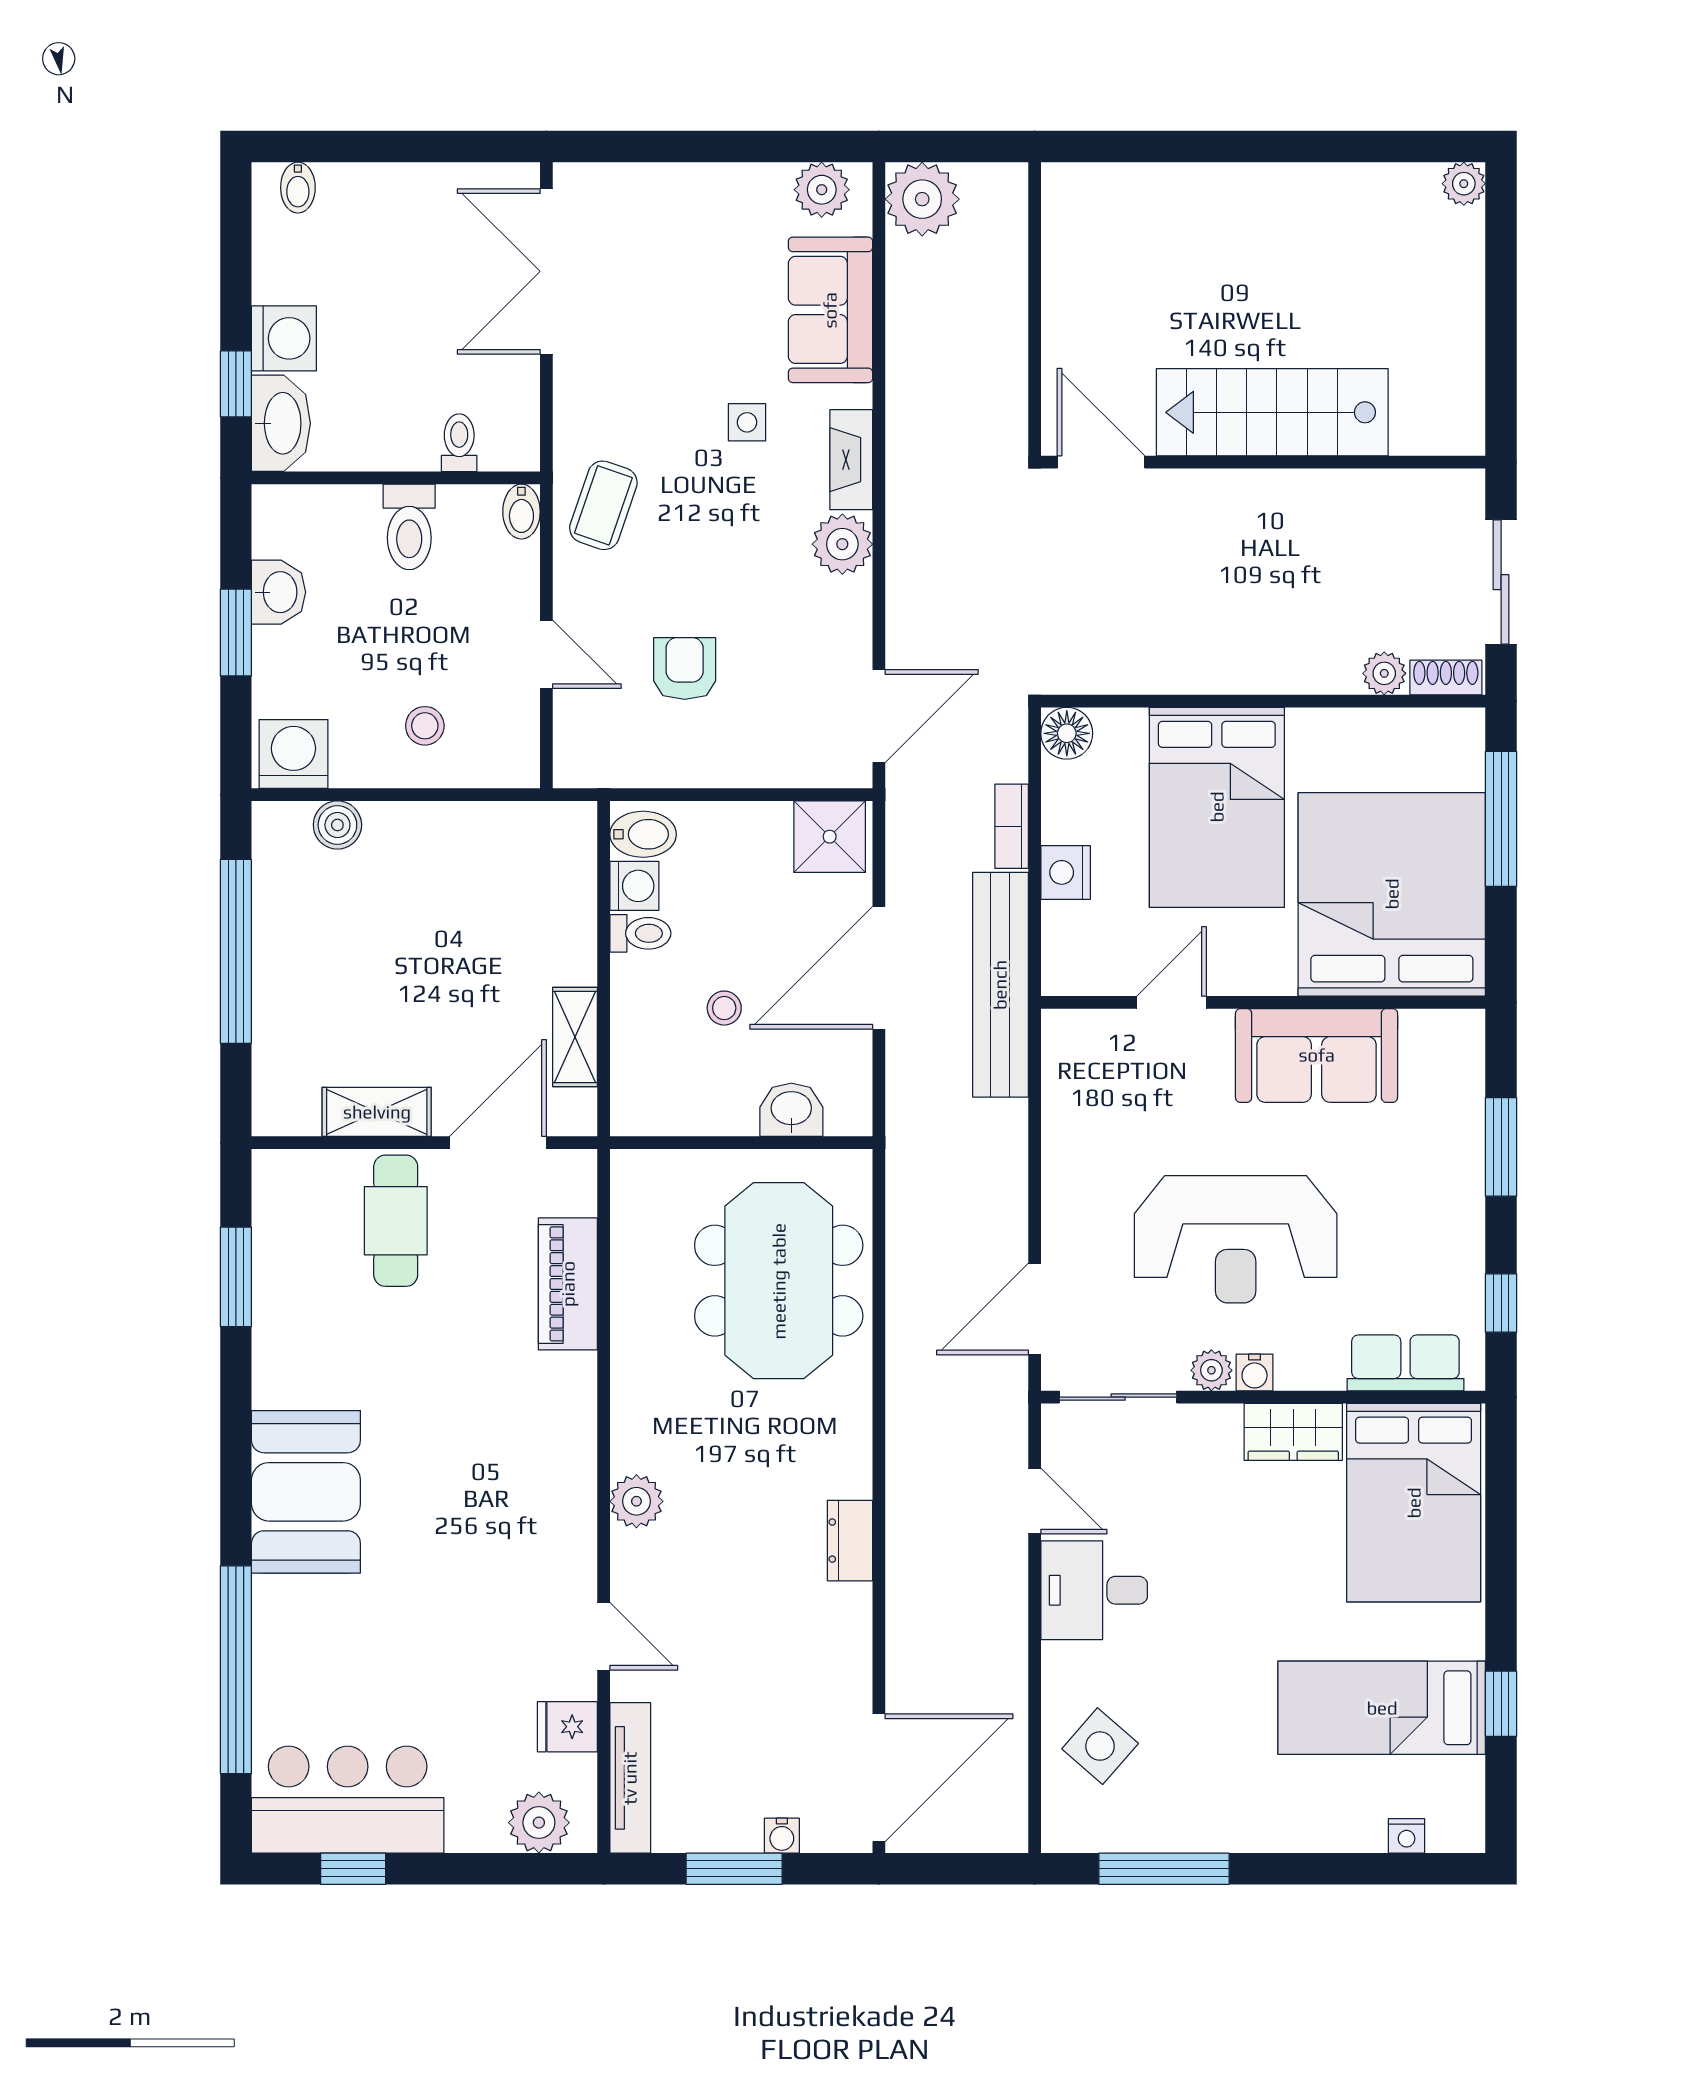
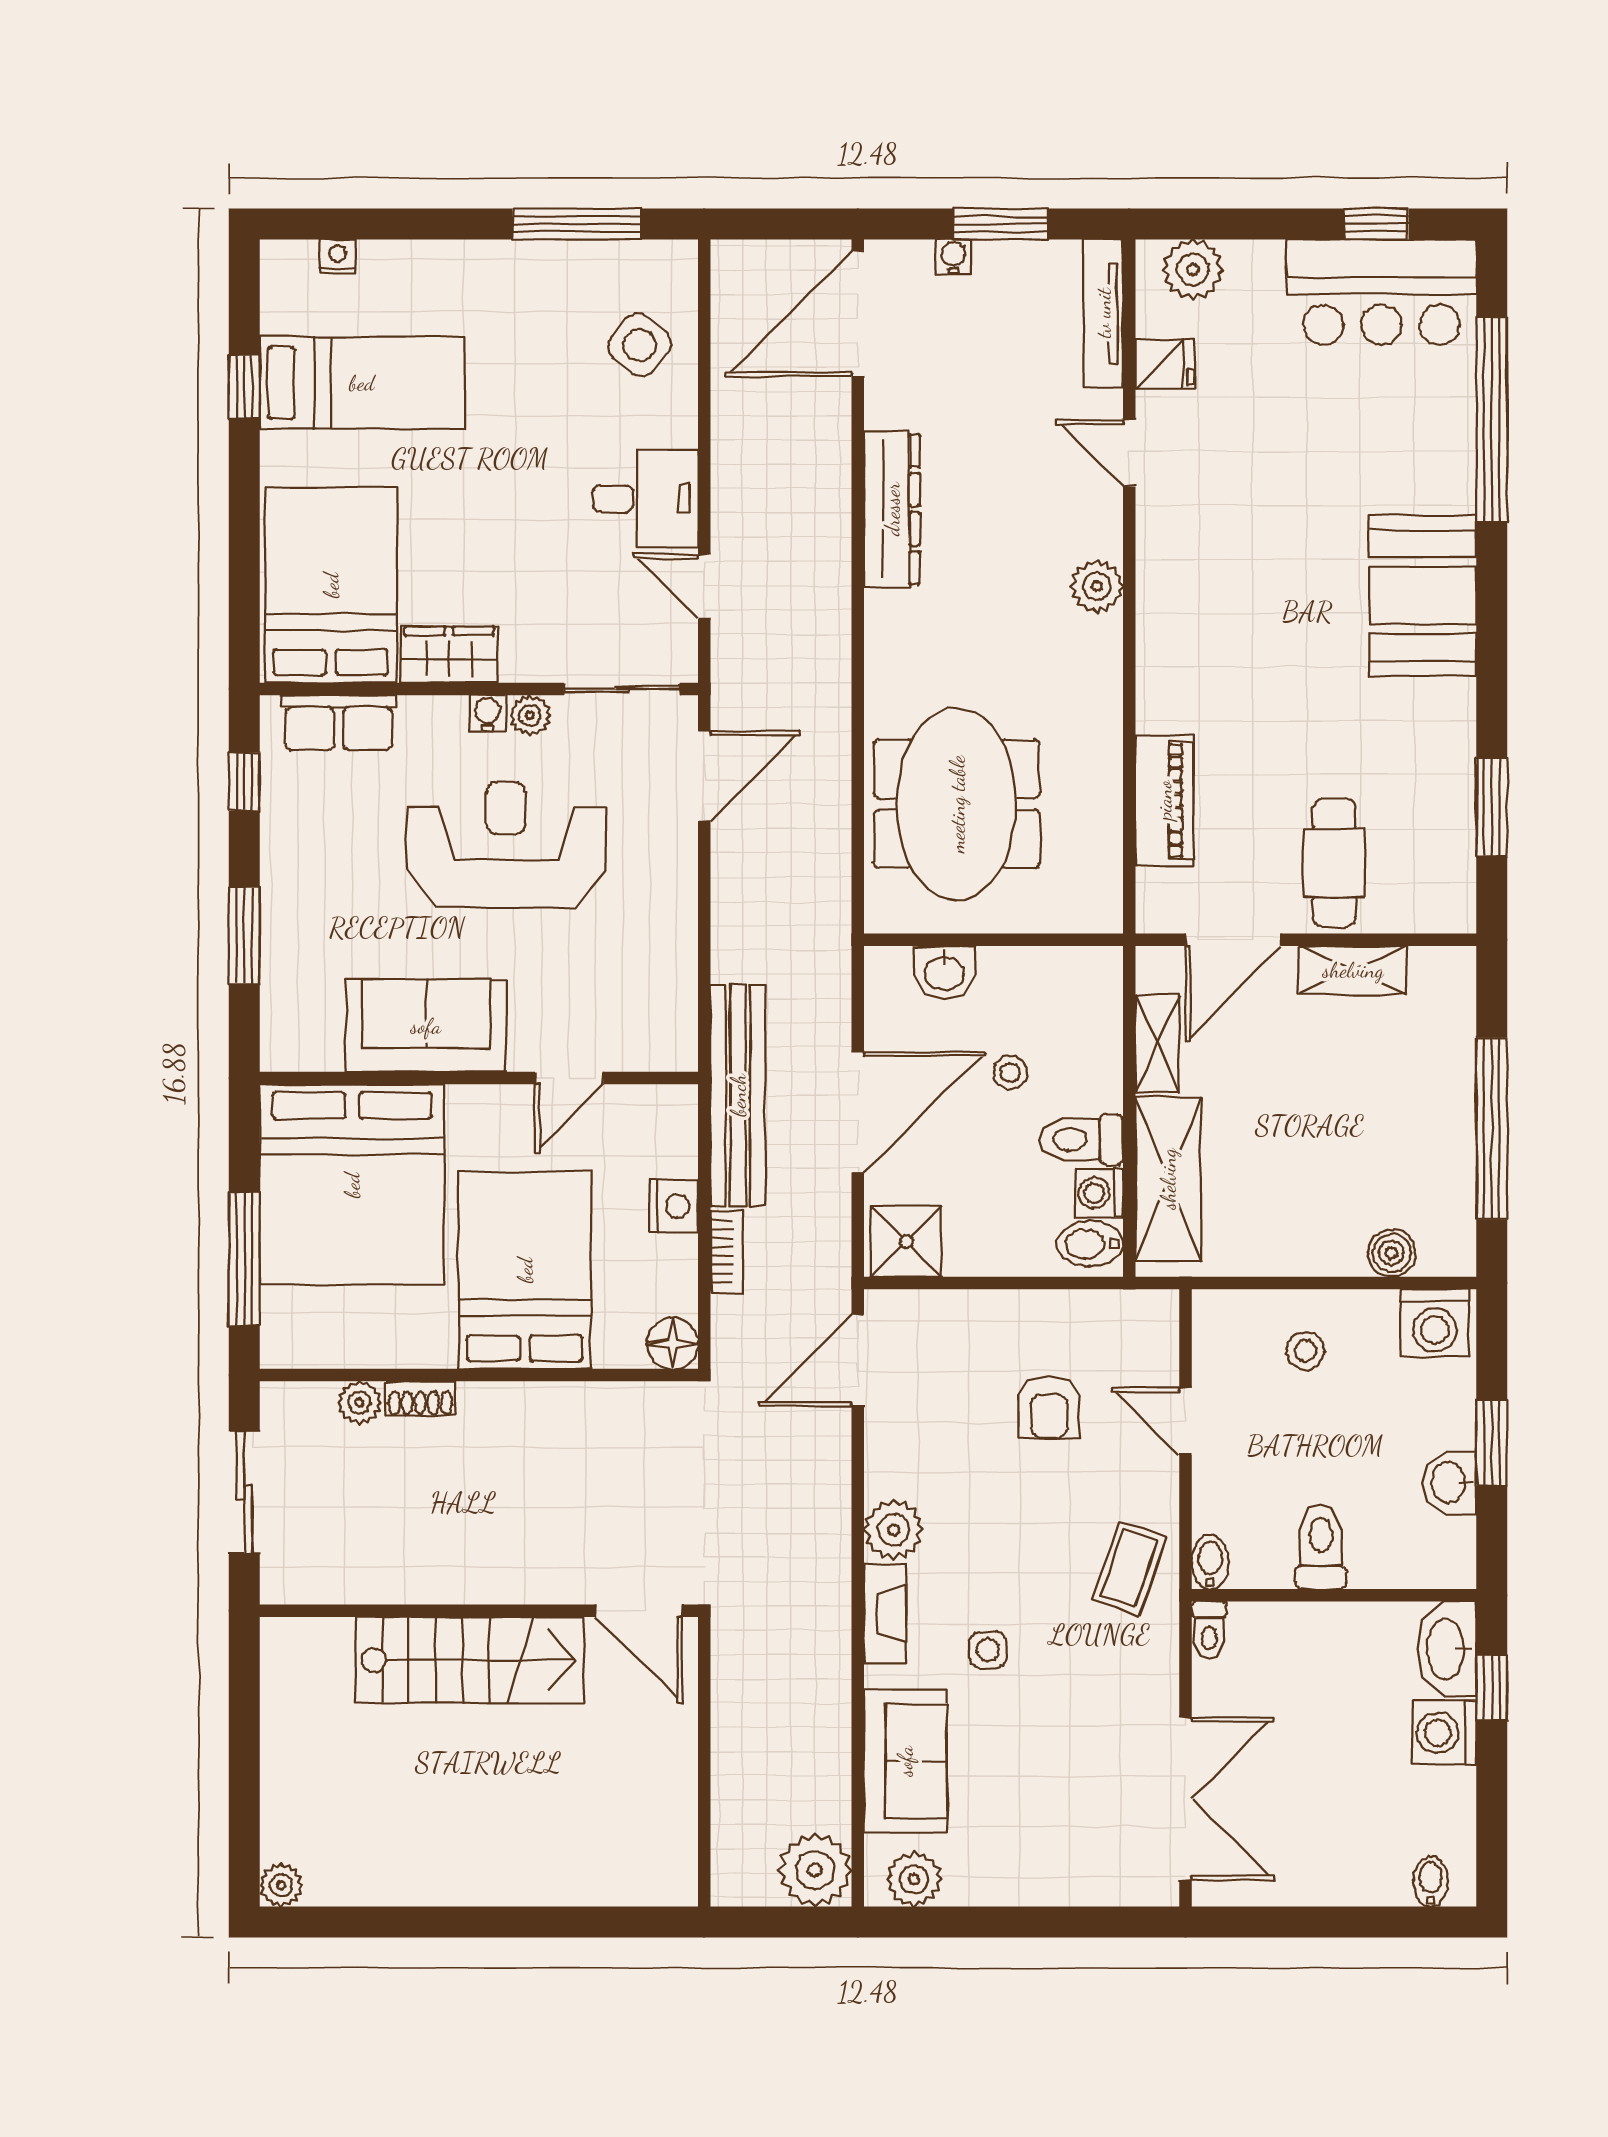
toilet: (459, 443) -> (1209, 1630), moved
shoe rack: (1446, 677) -> (420, 1398), moved
shelving: (564, 900) -> (1168, 1179), added
toilet: (640, 933) -> (1081, 1139), width x1.37, depth x1.39
dresser: (850, 1541) -> (892, 509), width x1.96, depth x1.24

